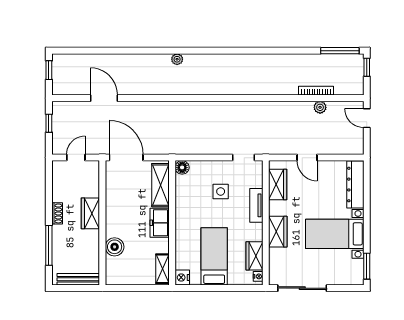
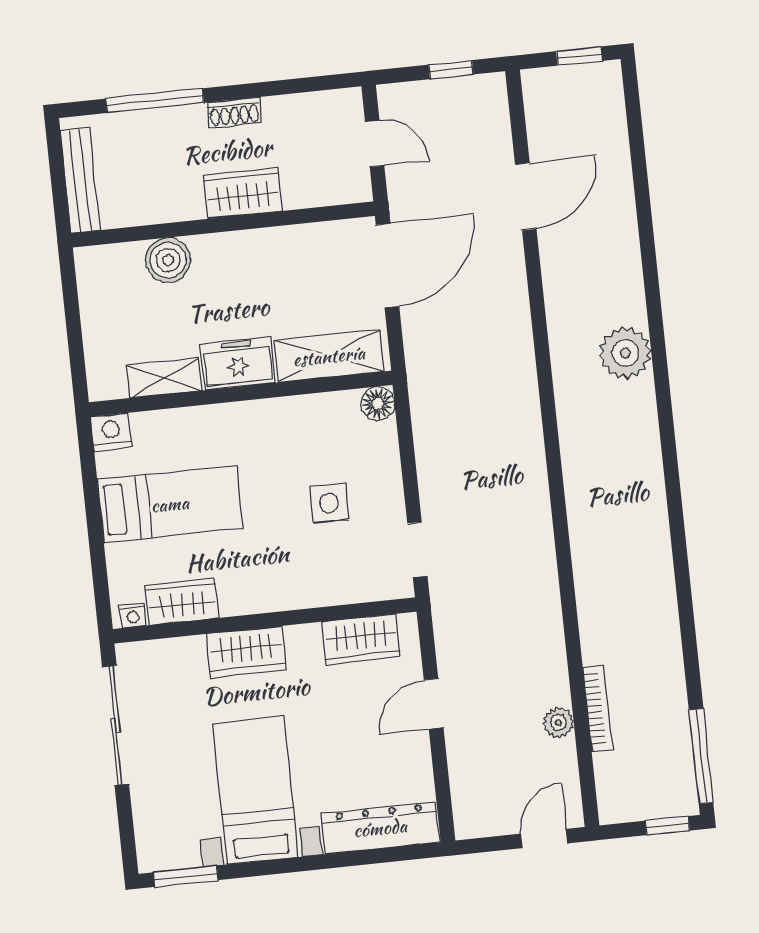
plant: (177, 59) -> (625, 353), width x1.88, depth x1.88
tv unit: (256, 205) -> (305, 593), removed
shelving: (163, 269) -> (164, 378), moved

